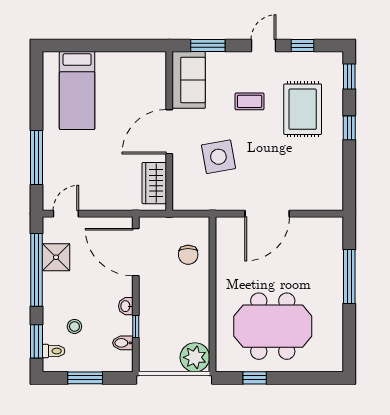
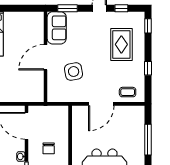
coffee table: (250, 101) -> (128, 92), moved
window: (349, 128) -> (148, 68), moved
wardrobe: (154, 183) -> (37, 87), removed
chair: (188, 255) -> (49, 148), moved

